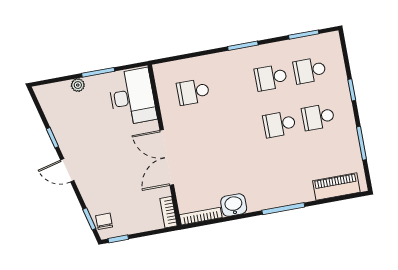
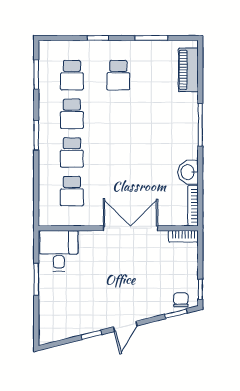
plant: (78, 85) -> (45, 301), removed
desk: (132, 97) -> (59, 251), width x0.73
school desk: (279, 124) -> (72, 152), moved
double door: (167, 158) -> (130, 228), swing flipped
chair: (104, 221) -> (181, 300), turned 90

